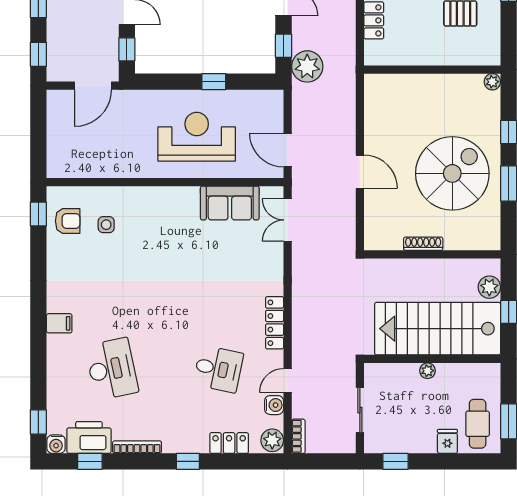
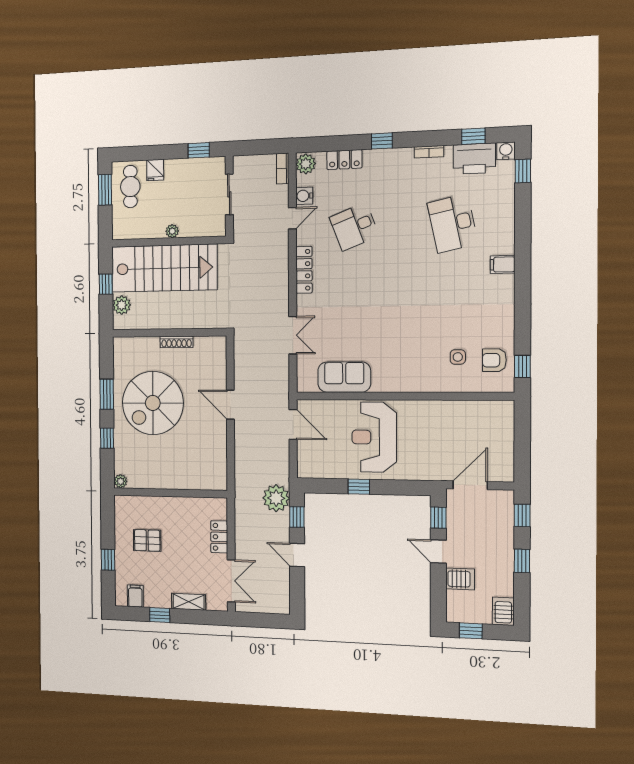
reception desk: (197, 137) -> (374, 437), turned 90
double door: (288, 220) -> (293, 335), moved
desk: (218, 369) -> (354, 227), turned -33
bookcase: (137, 447) -> (429, 152), width x0.64

